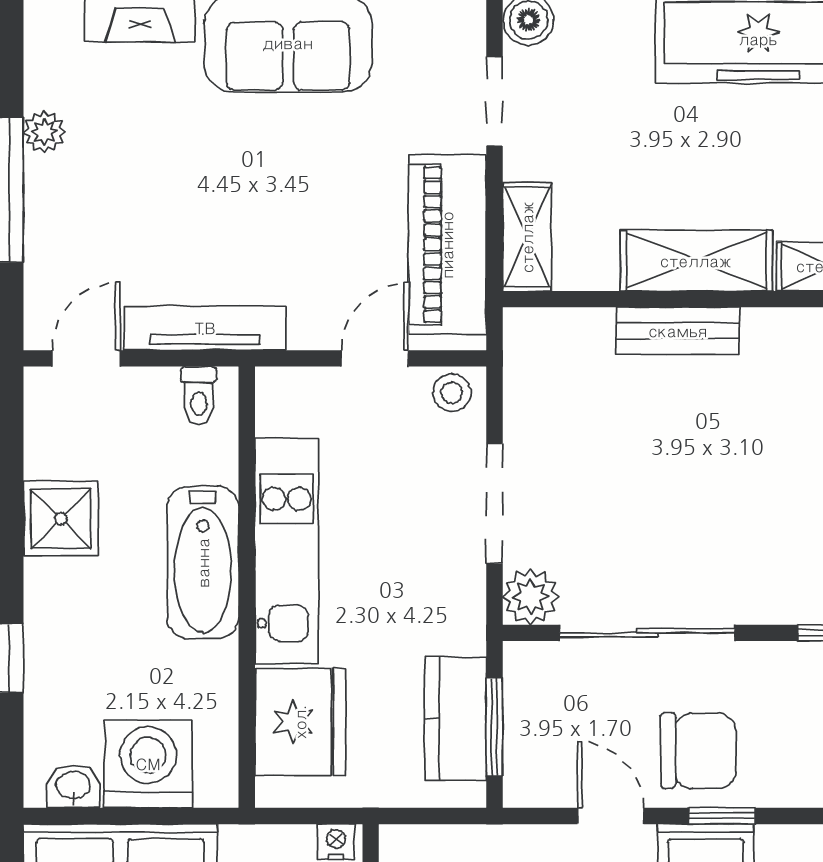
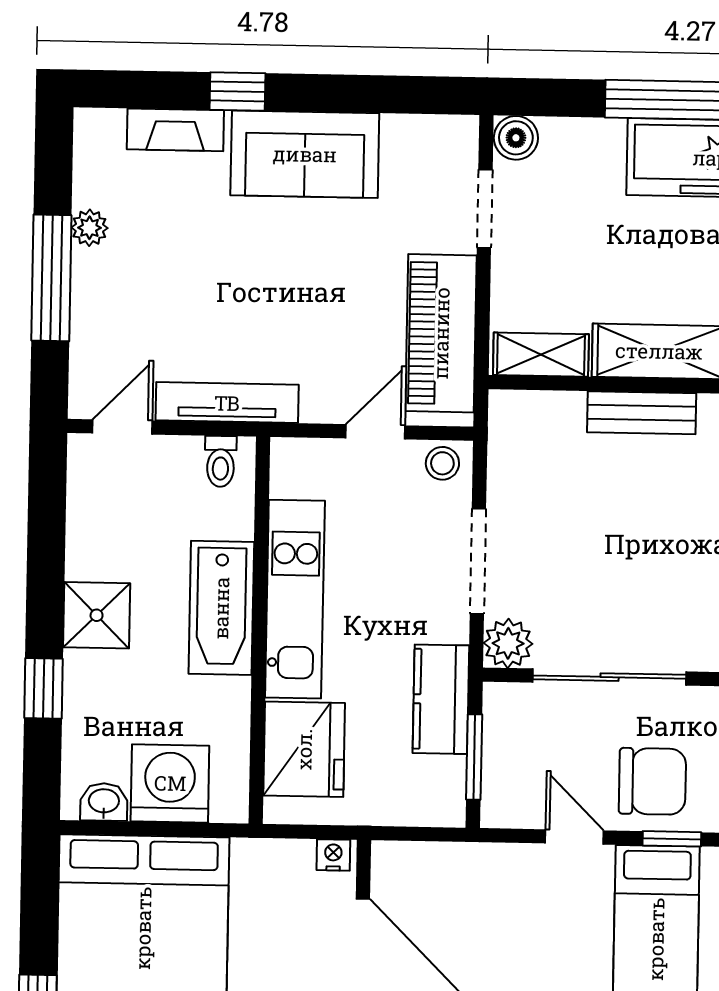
shelving: (527, 237) -> (541, 355), moved, turned 90
shower: (61, 519) -> (97, 615), moved
kitchen counter: (455, 719) -> (441, 699), moved

